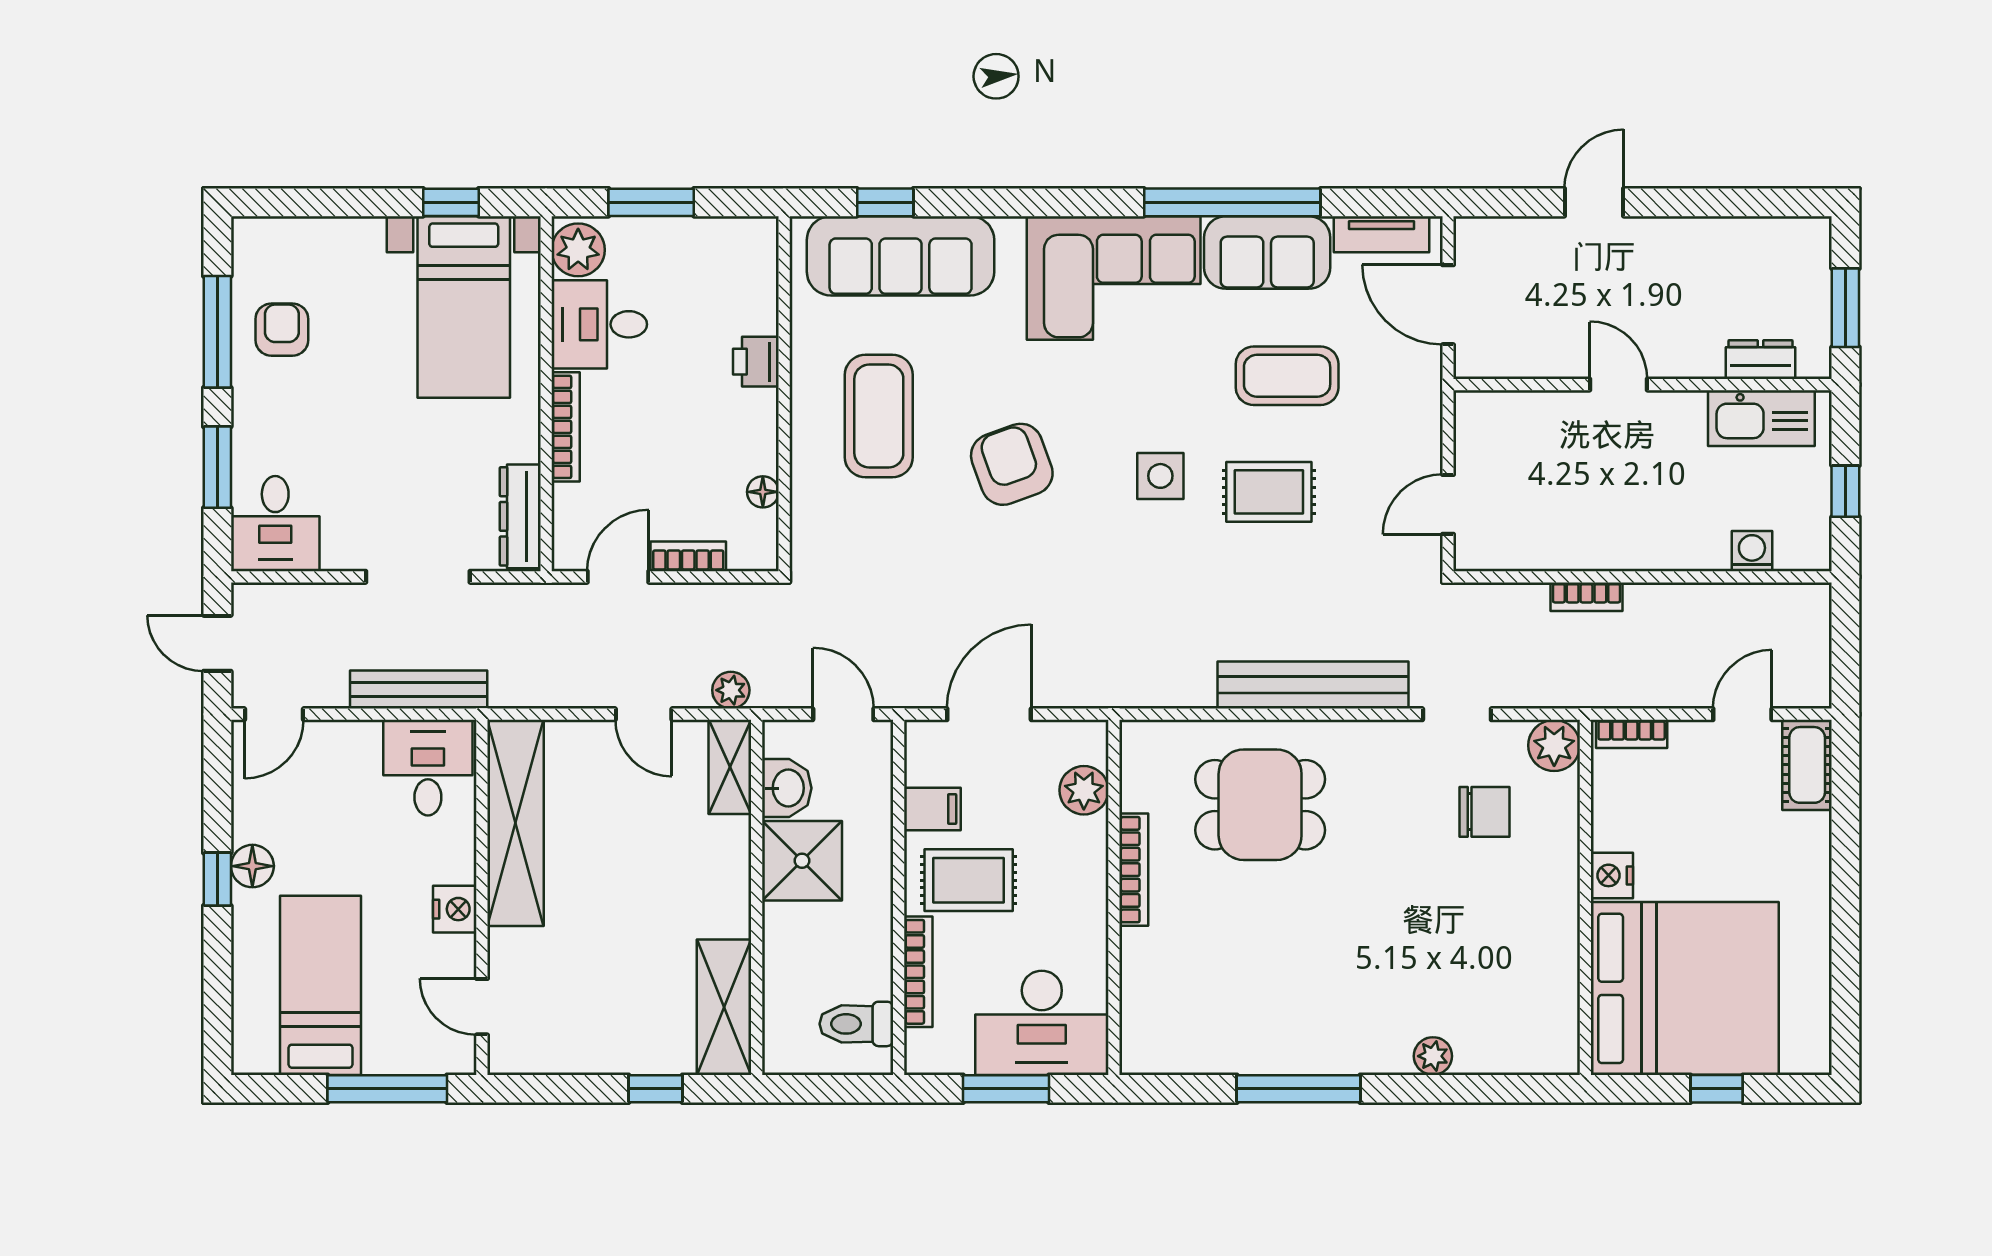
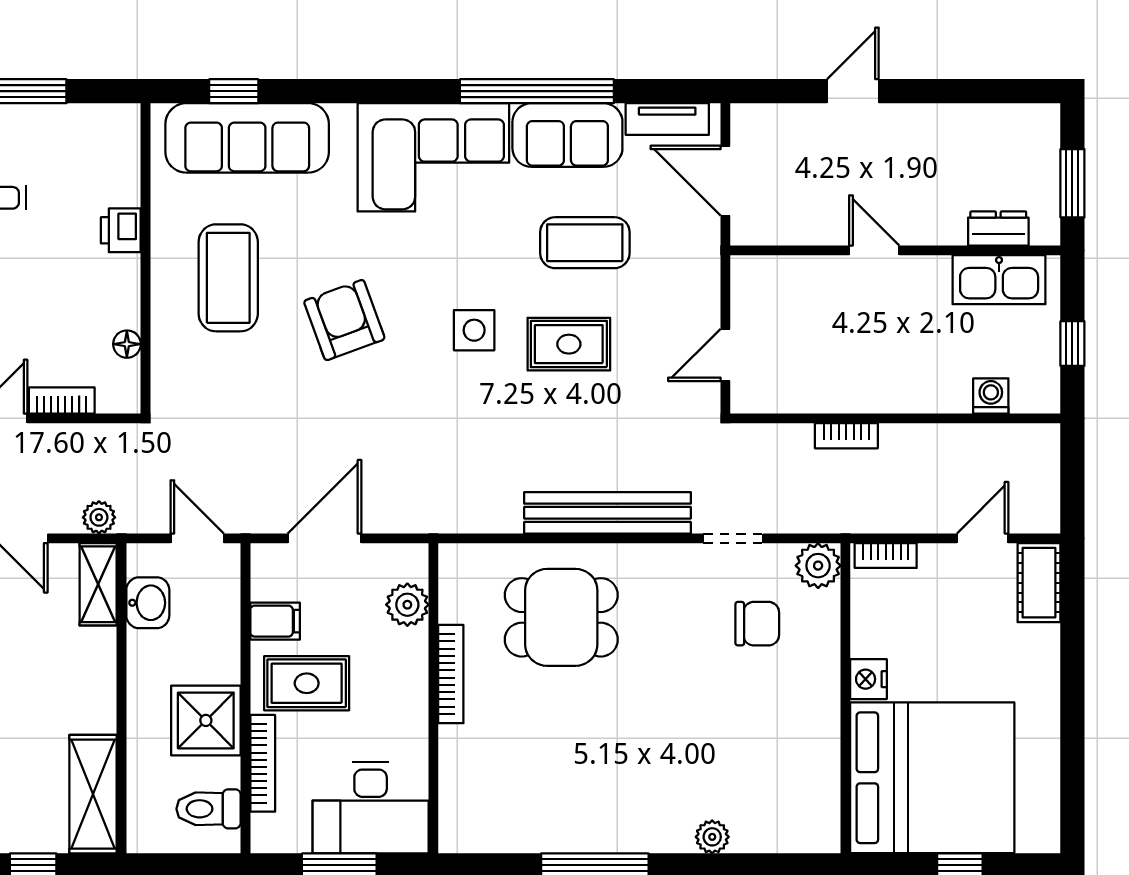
shower: (802, 861) -> (206, 720), moved

